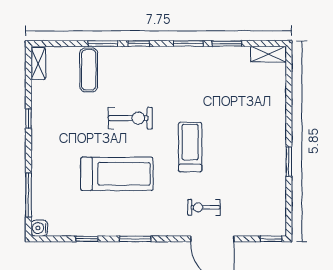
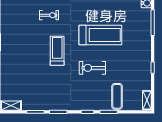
treadmill: (190, 147) -> (57, 51), turned 180
treadmill: (117, 174) -> (100, 35), turned 180

